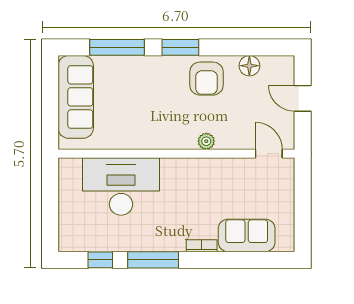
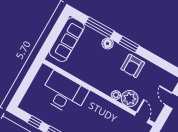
floor lamp: (249, 66) -> (108, 44), moved
plant: (232, 134) -> (130, 99), added

